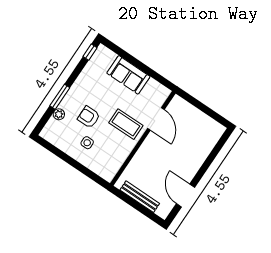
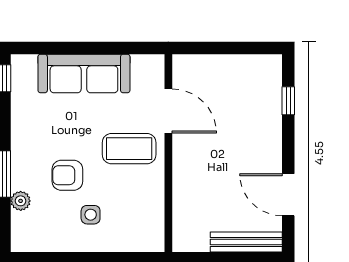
sofa: (128, 75) -> (84, 74), width x1.36
window: (215, 152) -> (288, 101), added
bench: (140, 197) -> (246, 242), moved

